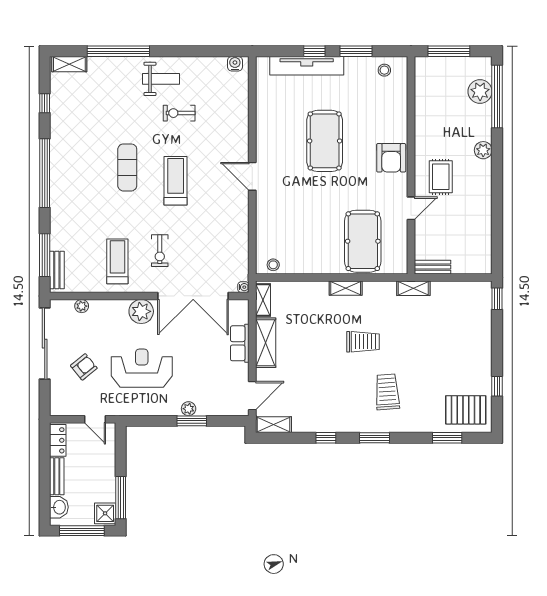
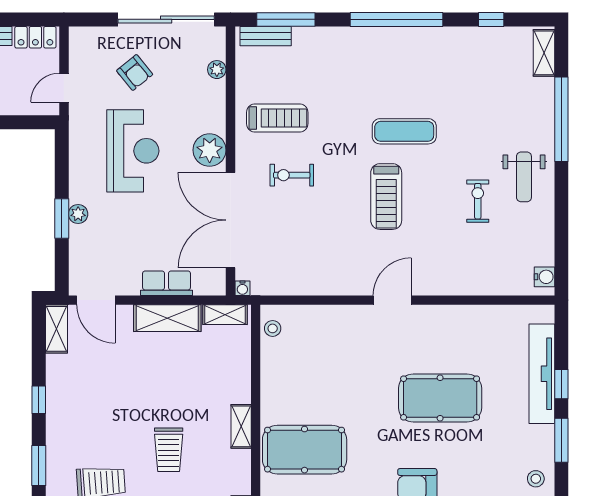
treadmill: (176, 181) -> (386, 197), turned 90

